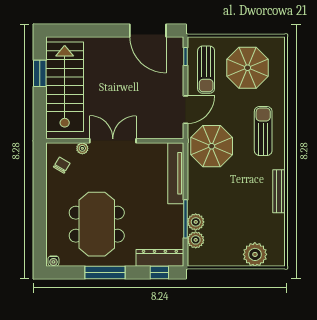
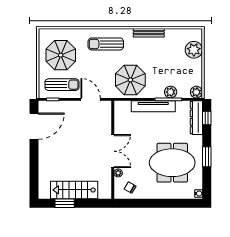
stairs: (65, 87) -> (74, 190), width x0.73, depth x0.66
double door: (113, 141) -> (113, 151), swing flipped
parasol: (212, 146) -> (130, 80), moved
tv unit: (176, 173) -> (153, 106), moved
plant: (196, 240) -> (196, 92), moved
window: (105, 273) -> (207, 157), width x0.69

